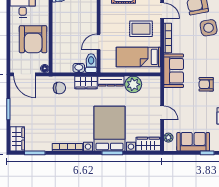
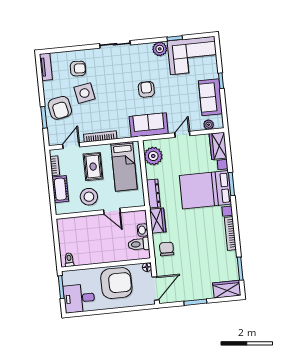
stool: (114, 22) -> (89, 197), added
toilet: (91, 63) -> (139, 244), moved
sofa: (174, 71) -> (149, 125), moved
plant: (133, 84) -> (153, 156), moved
armchair: (206, 84) -> (146, 89), turned 180

